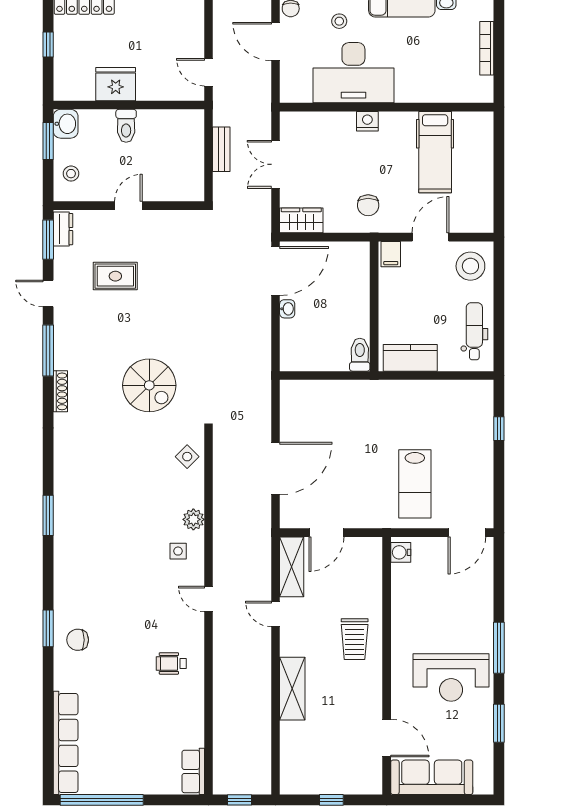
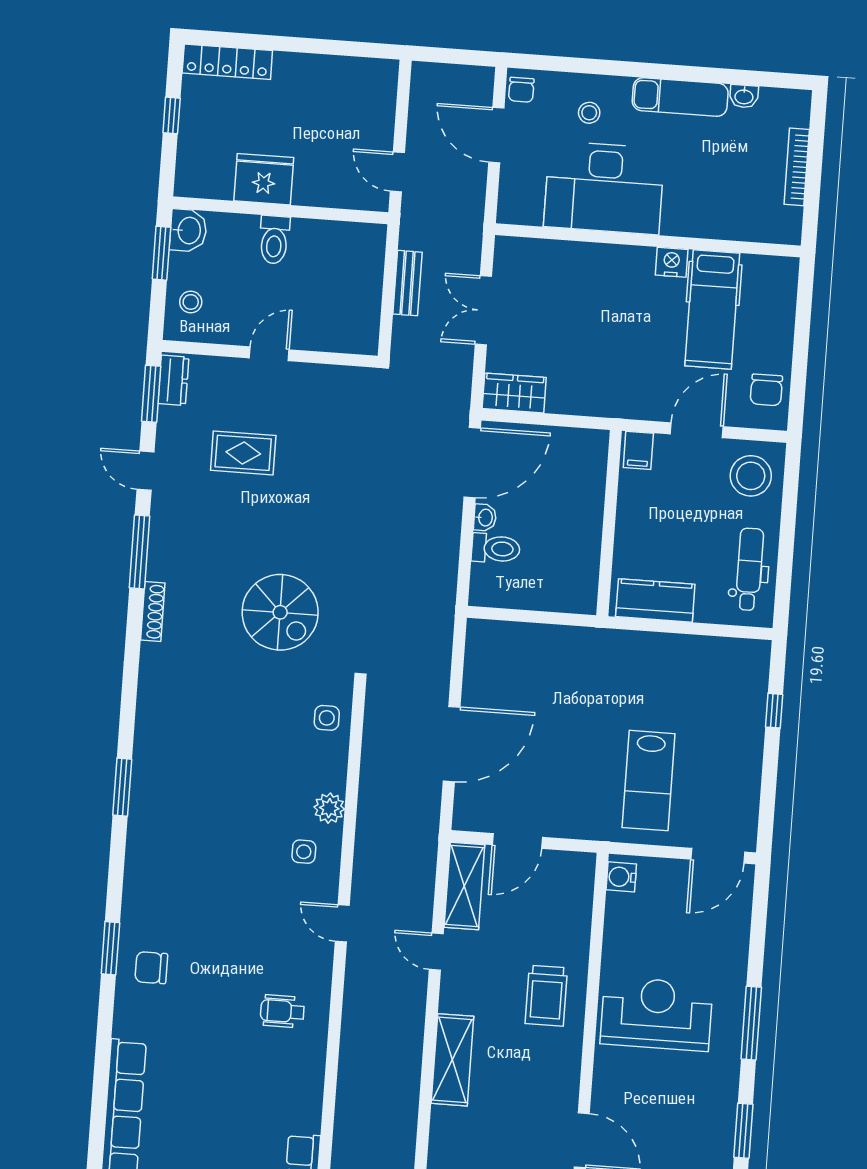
nightstand: (367, 121) -> (672, 262), moved
chair: (368, 205) -> (766, 390), moved
toilet: (360, 355) -> (496, 548), moved, turned 90
side table: (187, 457) -> (327, 718), turned 45
reception desk: (451, 677) -> (657, 1014), moved, turned 180

